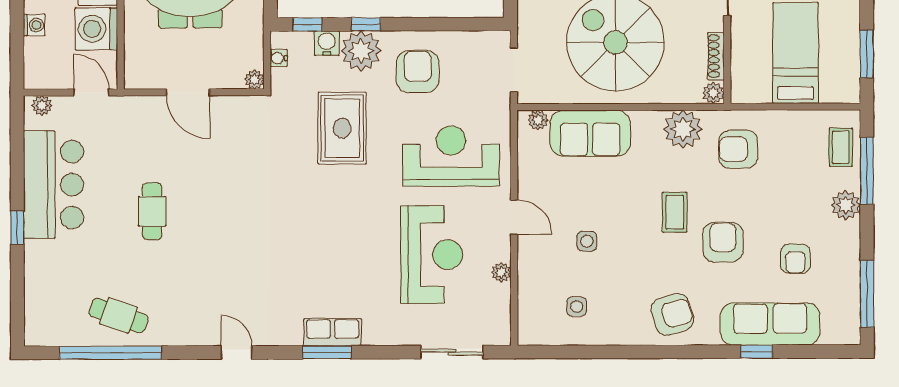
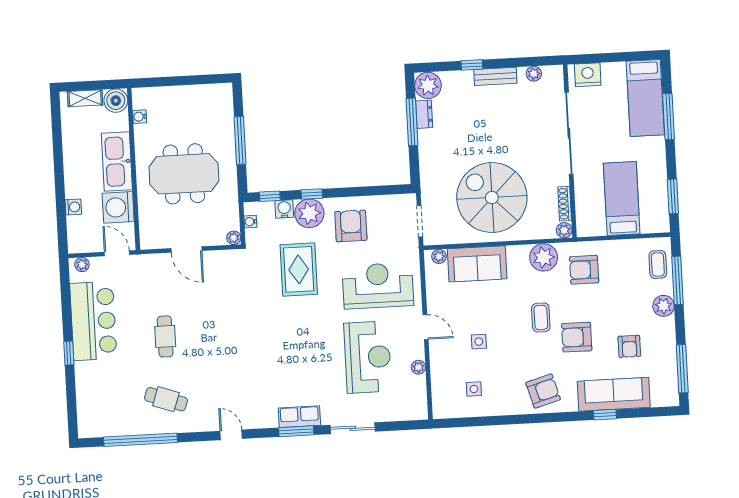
armchair: (723, 242) -> (577, 337), turned -90
cafe table: (118, 315) -> (166, 399), moved
sliding door: (452, 352) -> (353, 428), moved

